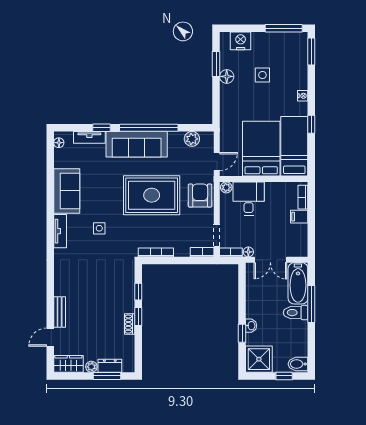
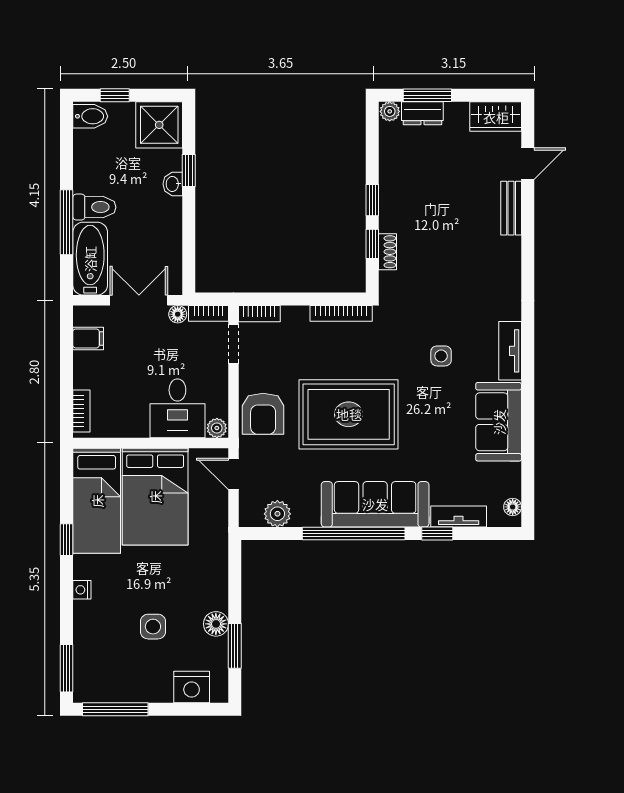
door: (217, 161) -> (233, 474), hinge flipped
filing cabinet: (299, 217) -> (88, 338), moved
shoe rack: (130, 324) -> (388, 252), moved
plant: (91, 367) -> (390, 111), moved

